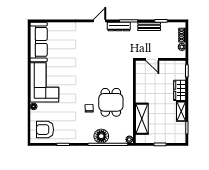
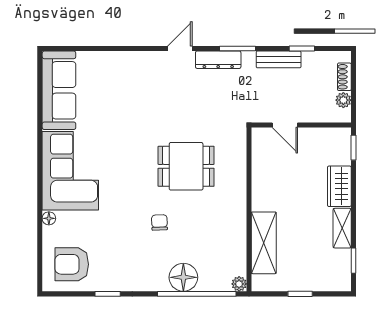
dining table: (111, 102) -> (186, 166), moved, turned 90

